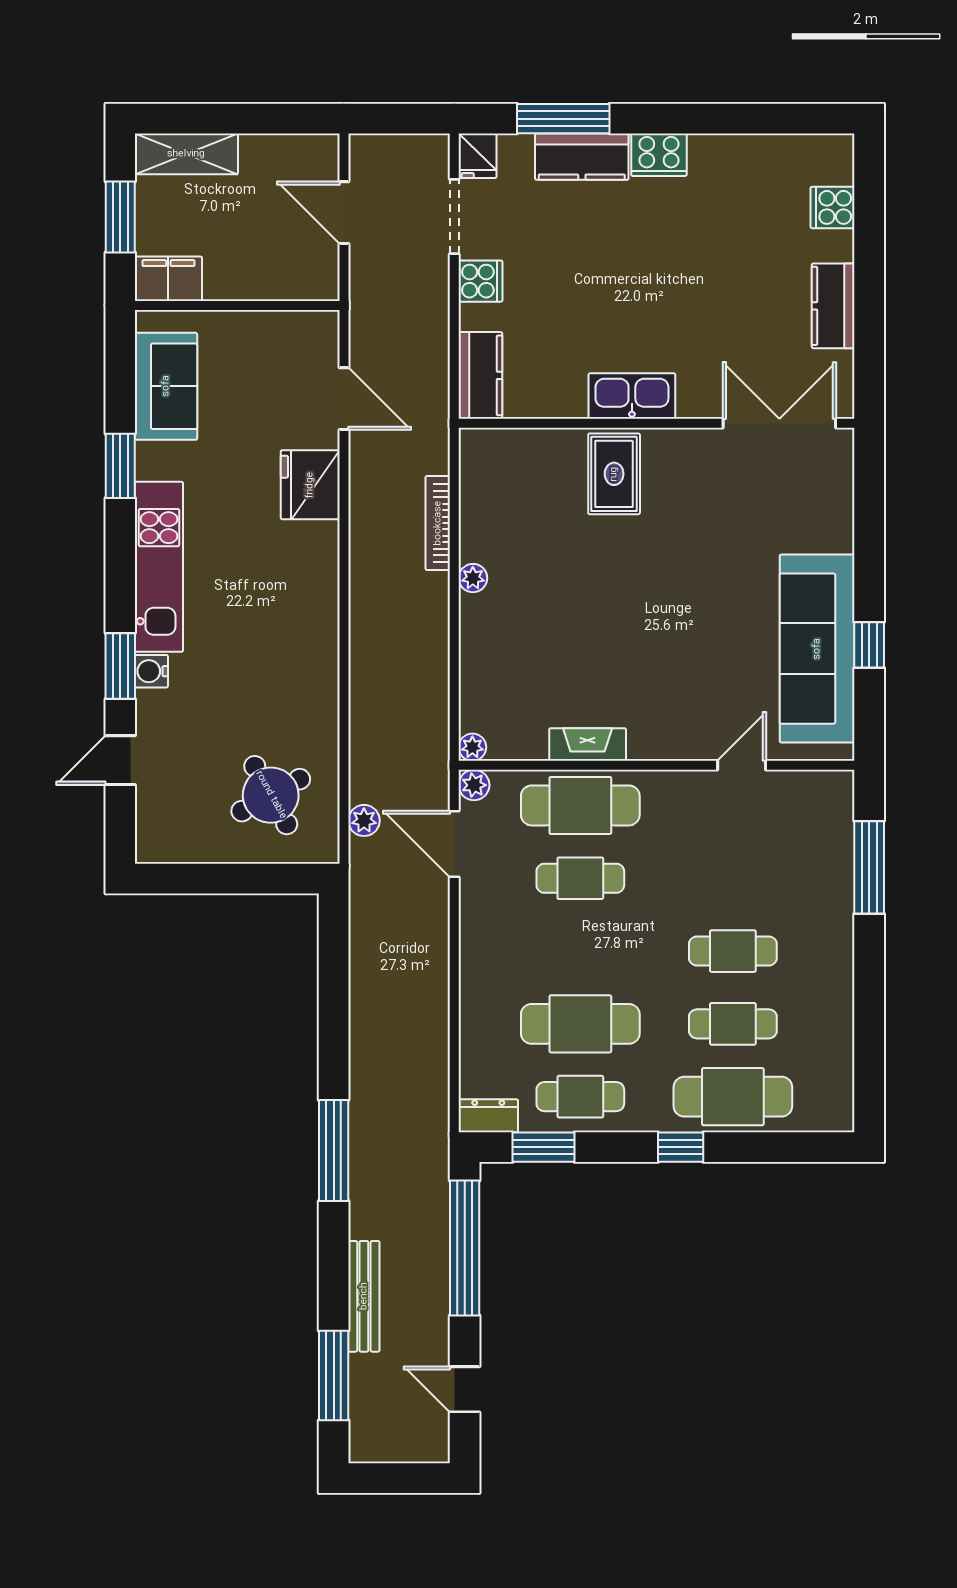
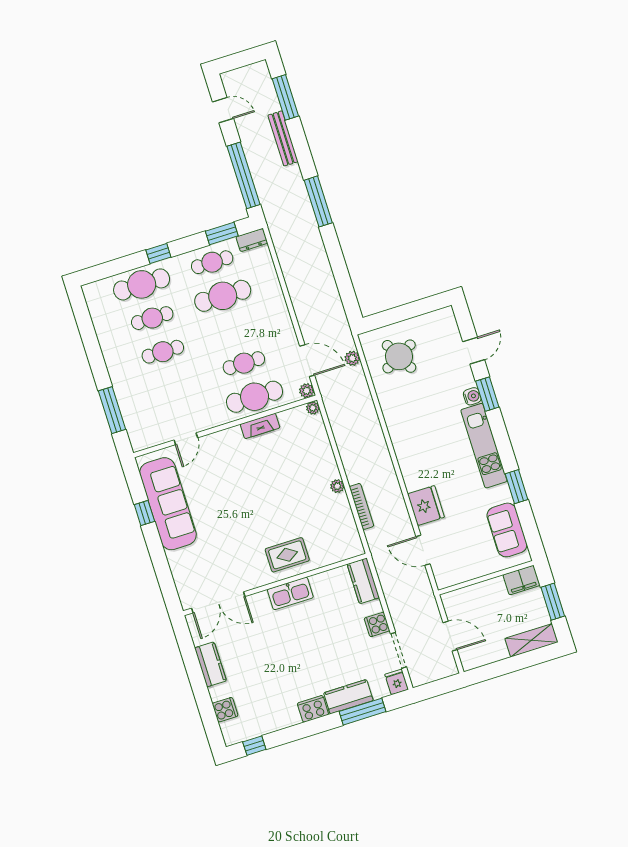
window: (797, 119) -> (254, 746), added
rug: (614, 474) -> (287, 555), turned 90

